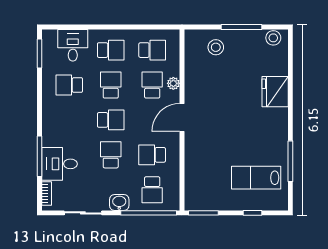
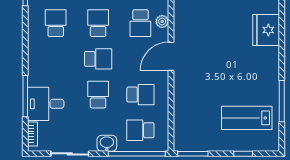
school desk: (69, 85) -> (56, 23), turned 90
school desk: (152, 85) -> (140, 23), turned 180
school desk: (152, 155) -> (140, 95), turned 180
school desk: (152, 190) -> (140, 130), turned 90

